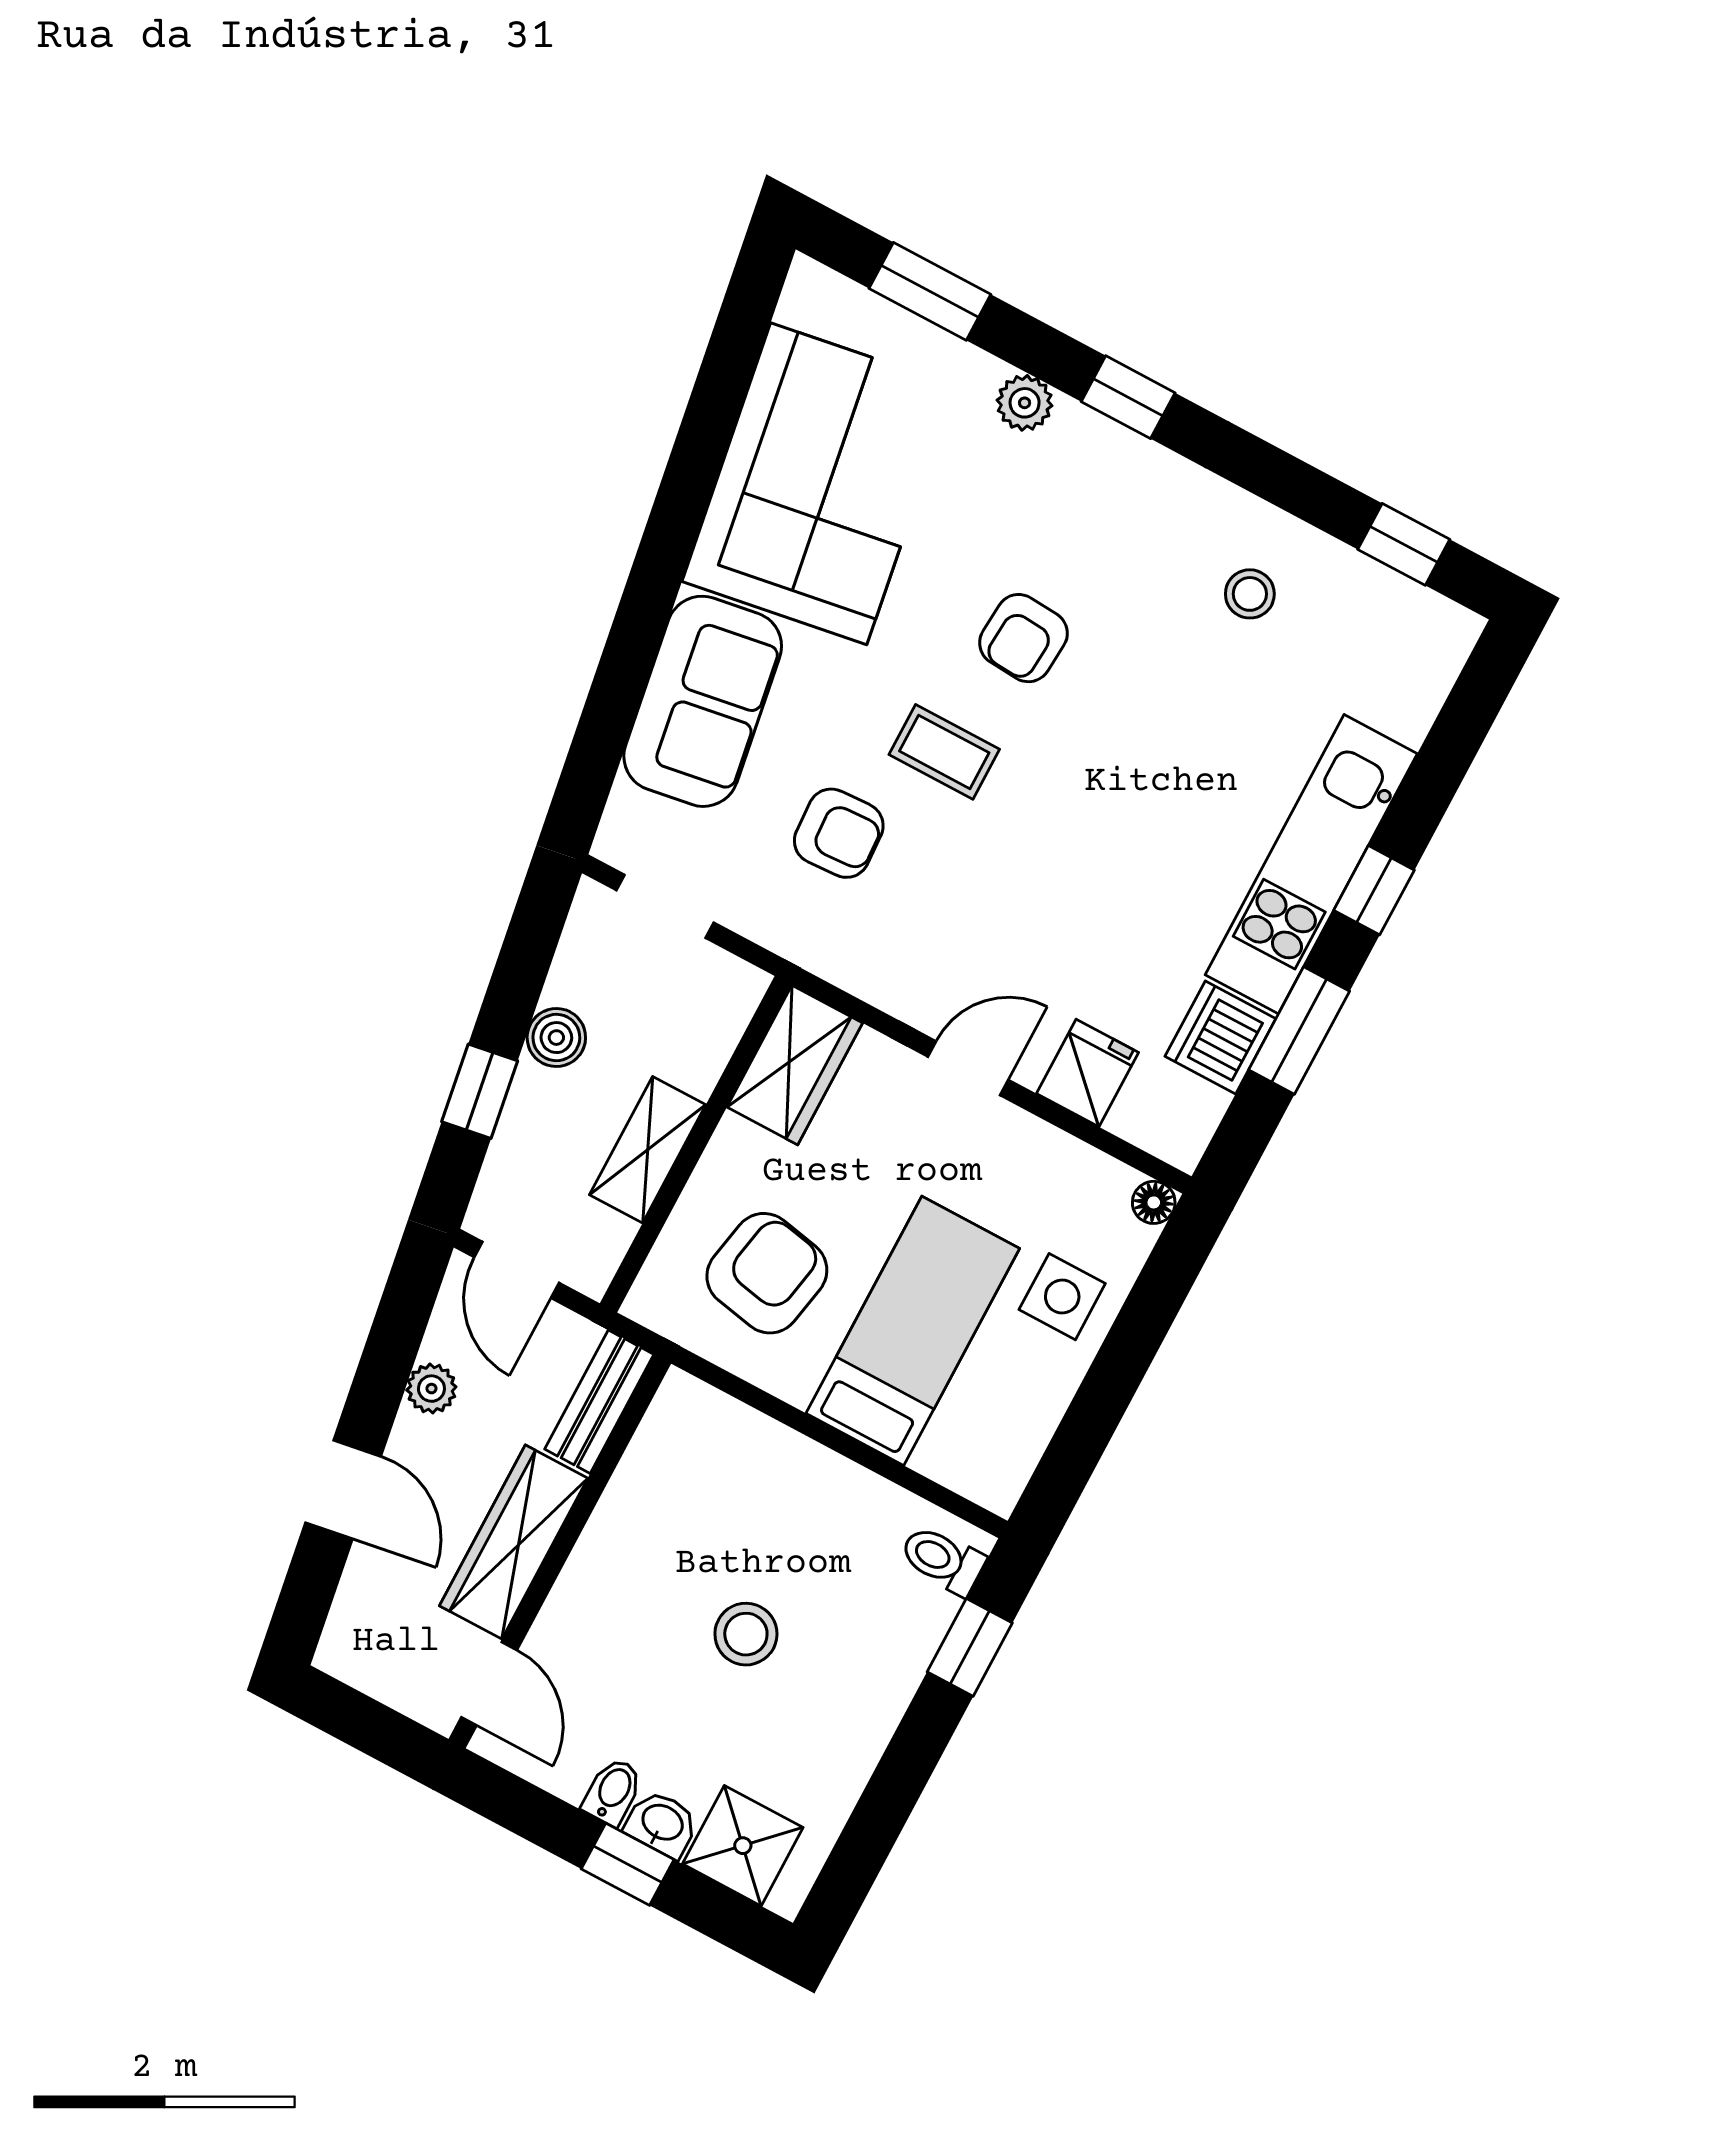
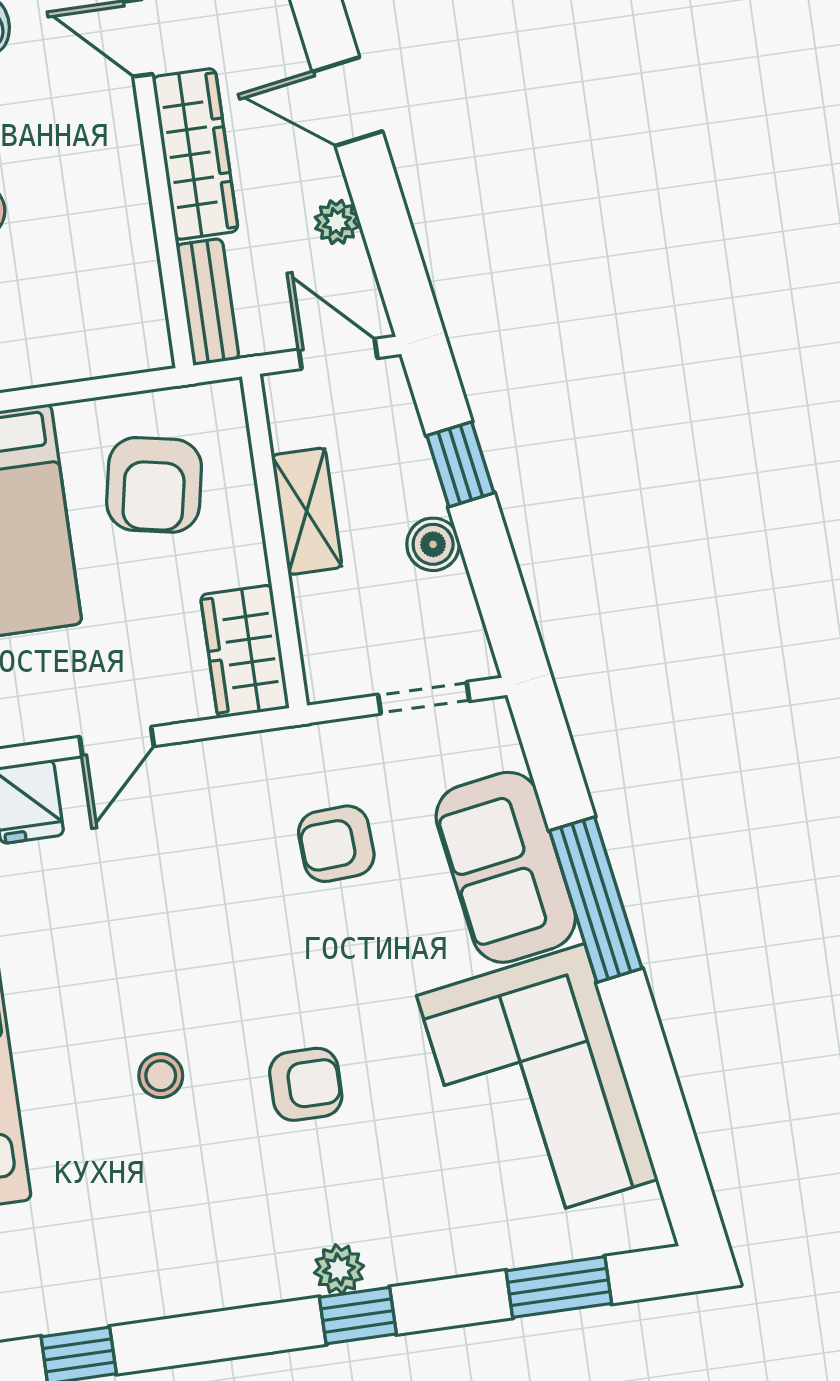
plant: (1025, 403) -> (339, 1269), moved
stool: (1250, 594) -> (161, 1076), moved
window: (643, 613) -> (596, 900), added
armchair: (1023, 638) -> (306, 1084), turned 86
coffee table: (944, 752) -> (303, 959), removed

